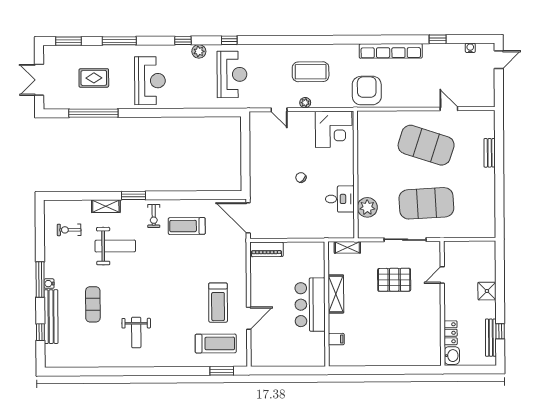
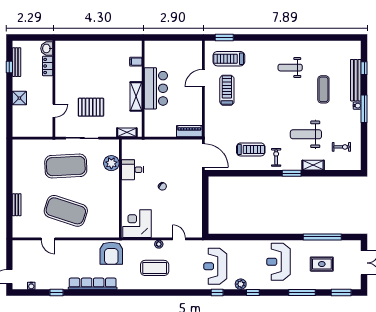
weight bench: (136, 332) -> (290, 68), turned -90

